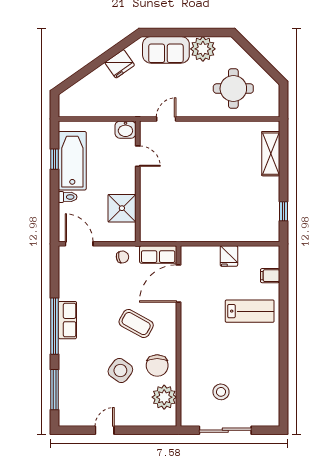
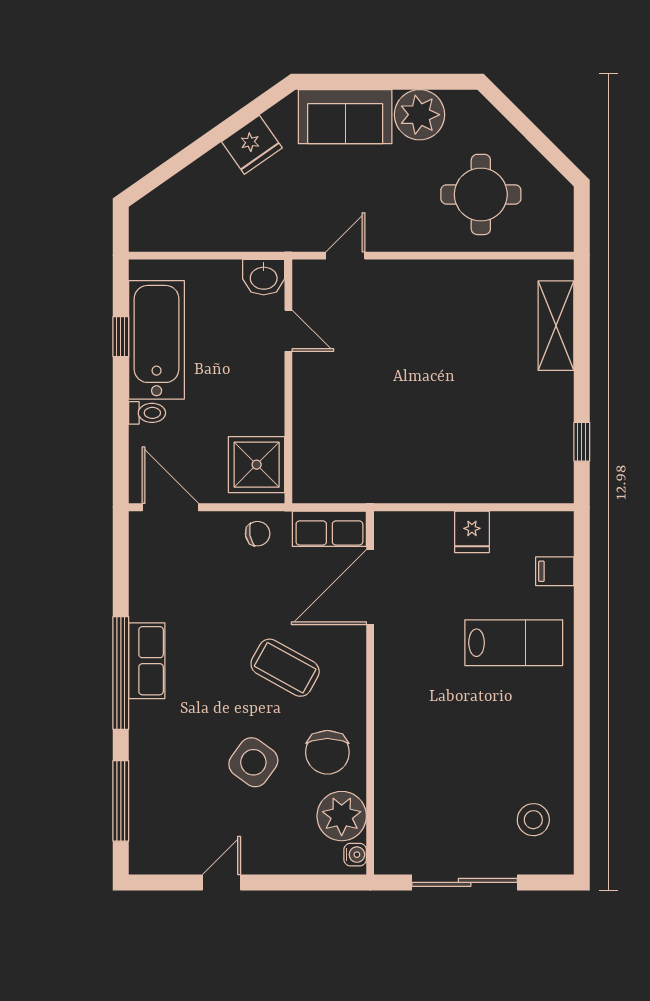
shower: (122, 208) -> (257, 465), moved
stool: (221, 392) -> (533, 820), moved
water cooler: (171, 416) -> (355, 855), added

